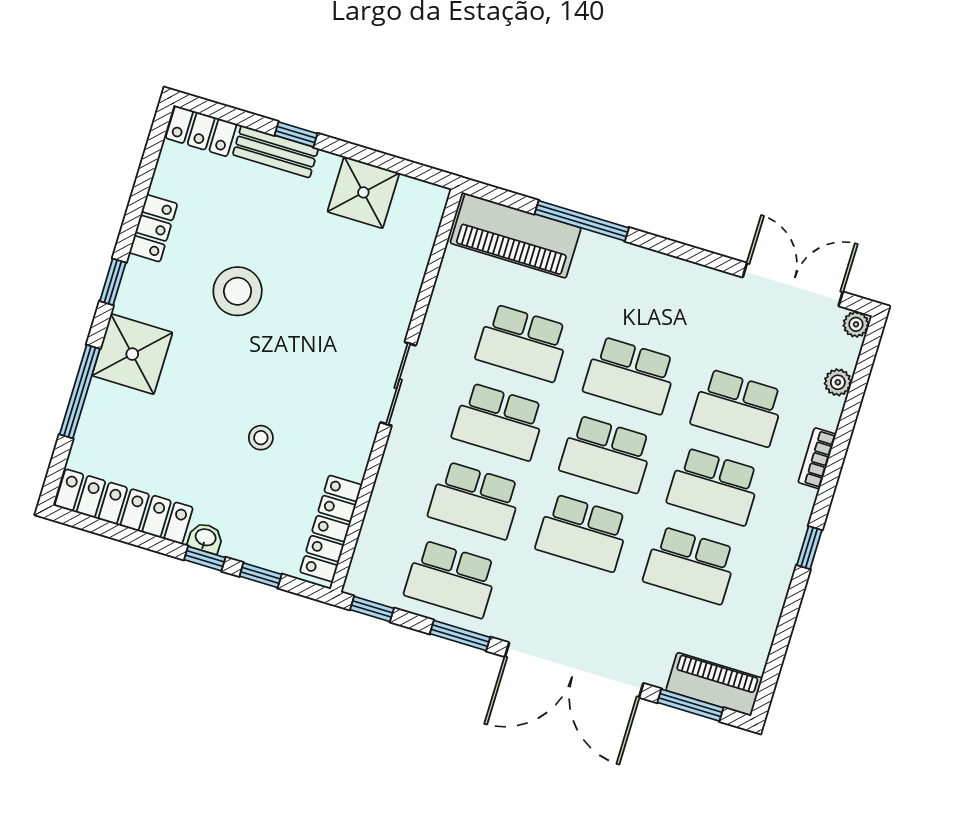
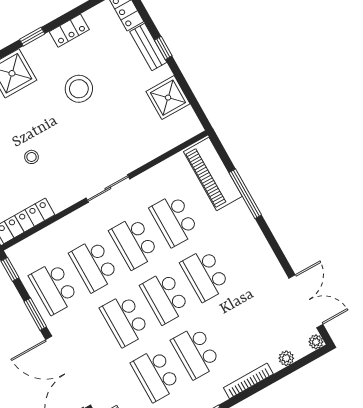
school desk: (738, 408) -> (236, 330), removed
bookcase: (817, 458) -> (248, 381), width x1.56

